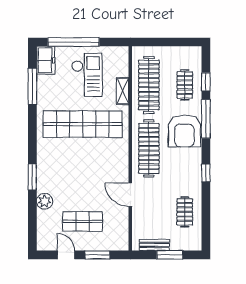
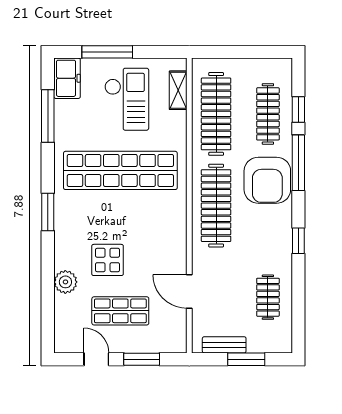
window: (73, 42) -> (107, 52), width x0.68
clothes rail: (185, 85) -> (268, 114), width x1.36
shelving: (123, 91) -> (178, 90), moved
window: (32, 177) -> (48, 212), moved
display table: (74, 186) -> (108, 260), added
door: (130, 195) -> (189, 291), moved

